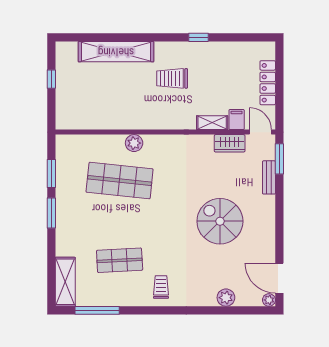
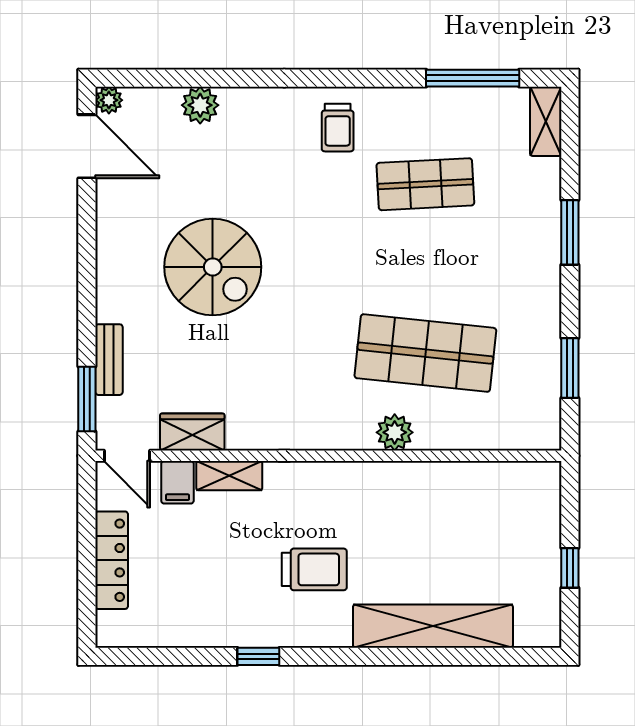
window: (51, 213) -> (570, 232), moved
shelving: (65, 282) -> (546, 121), width x0.67, depth x0.75

